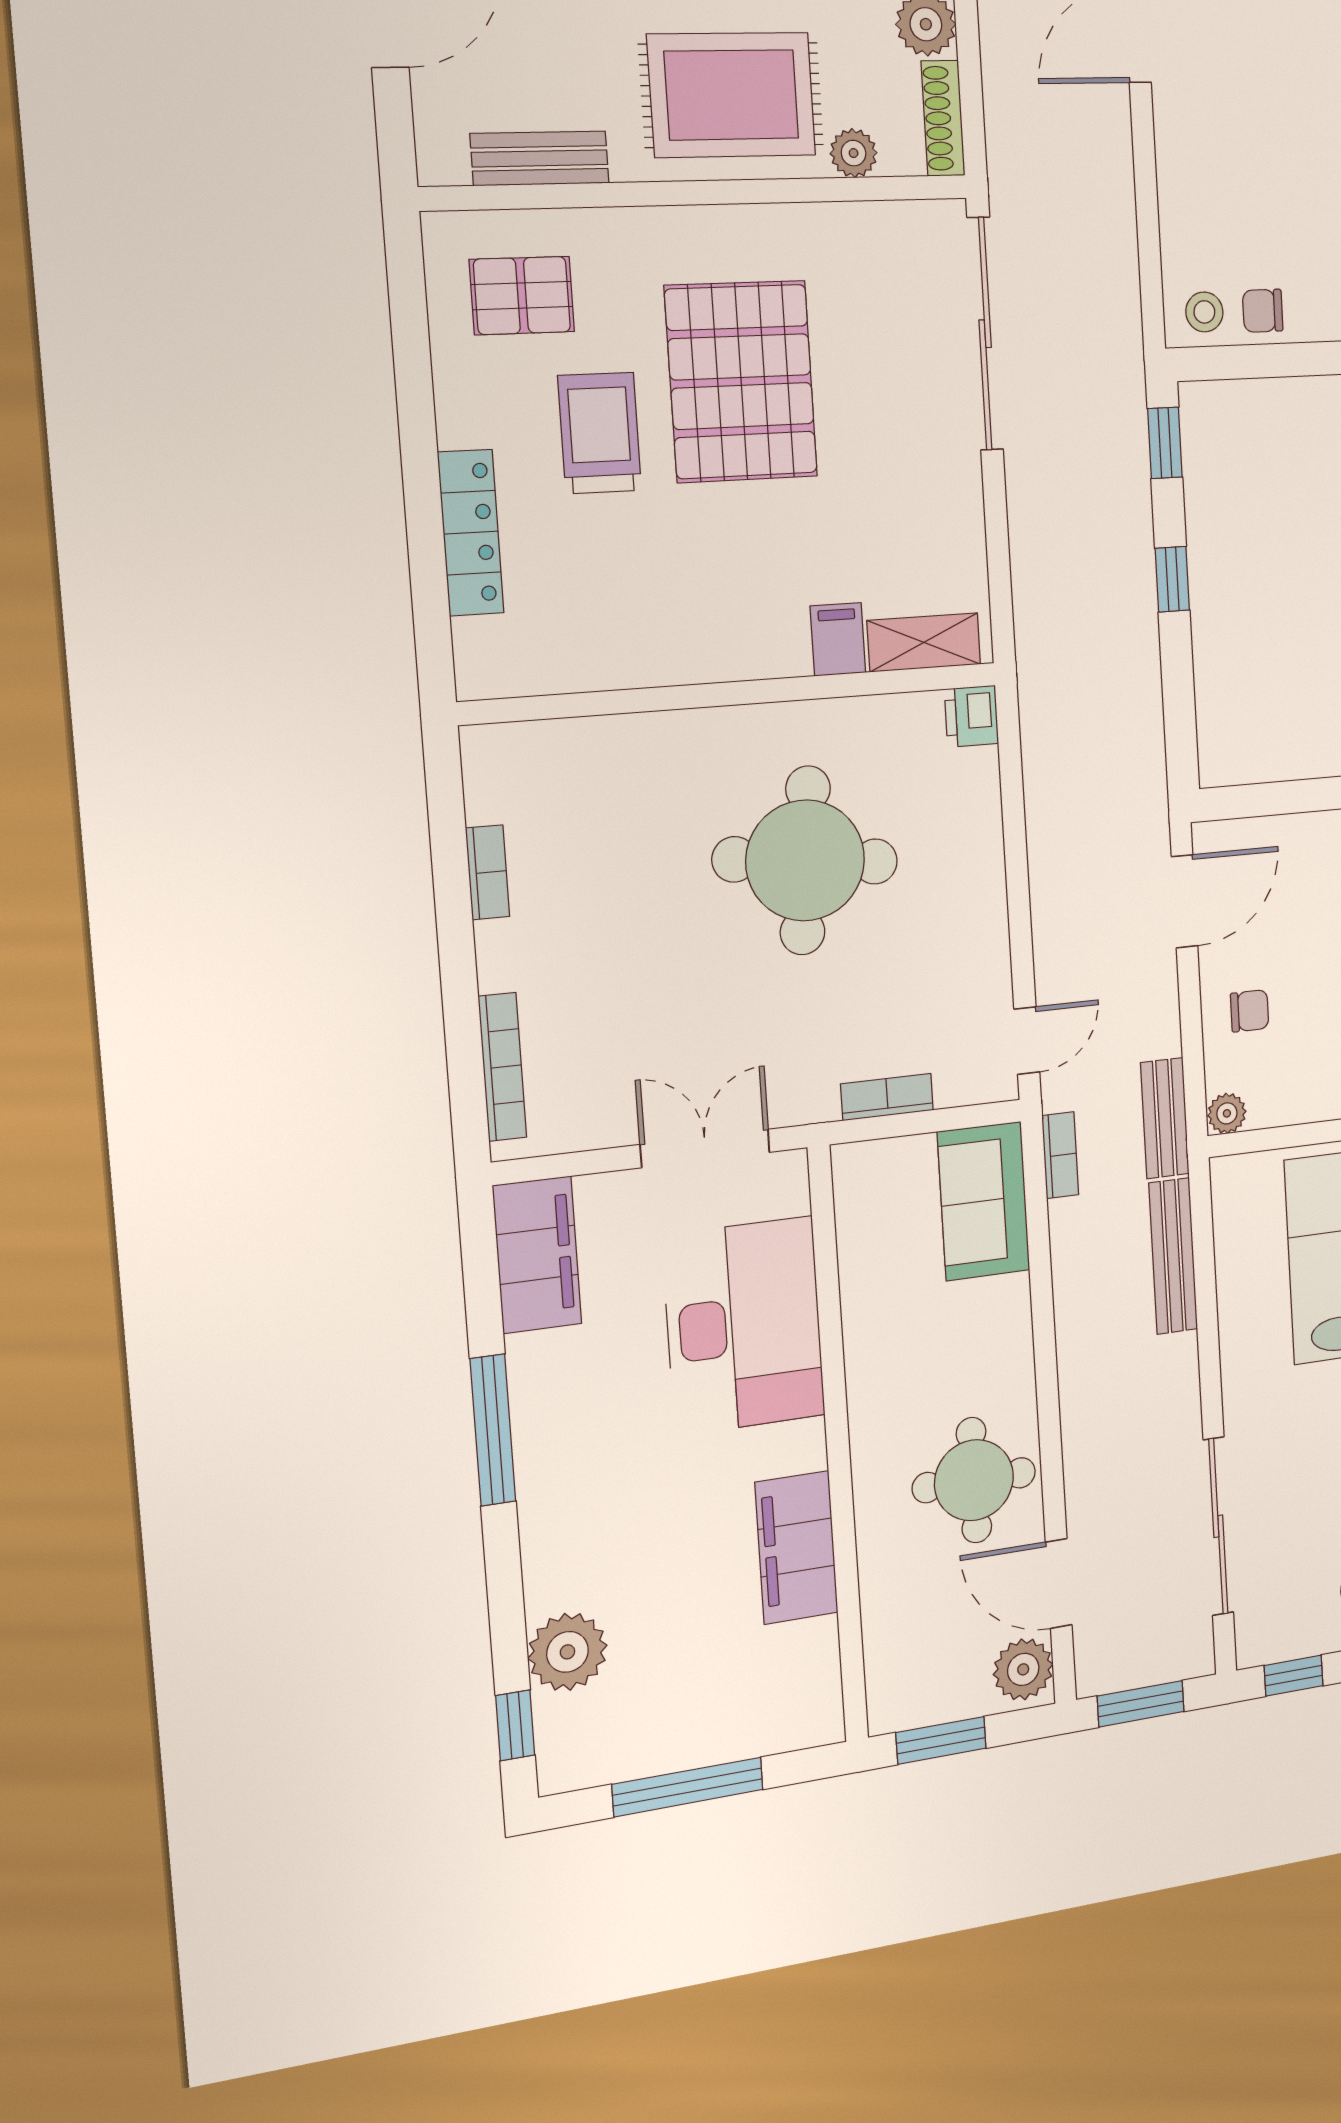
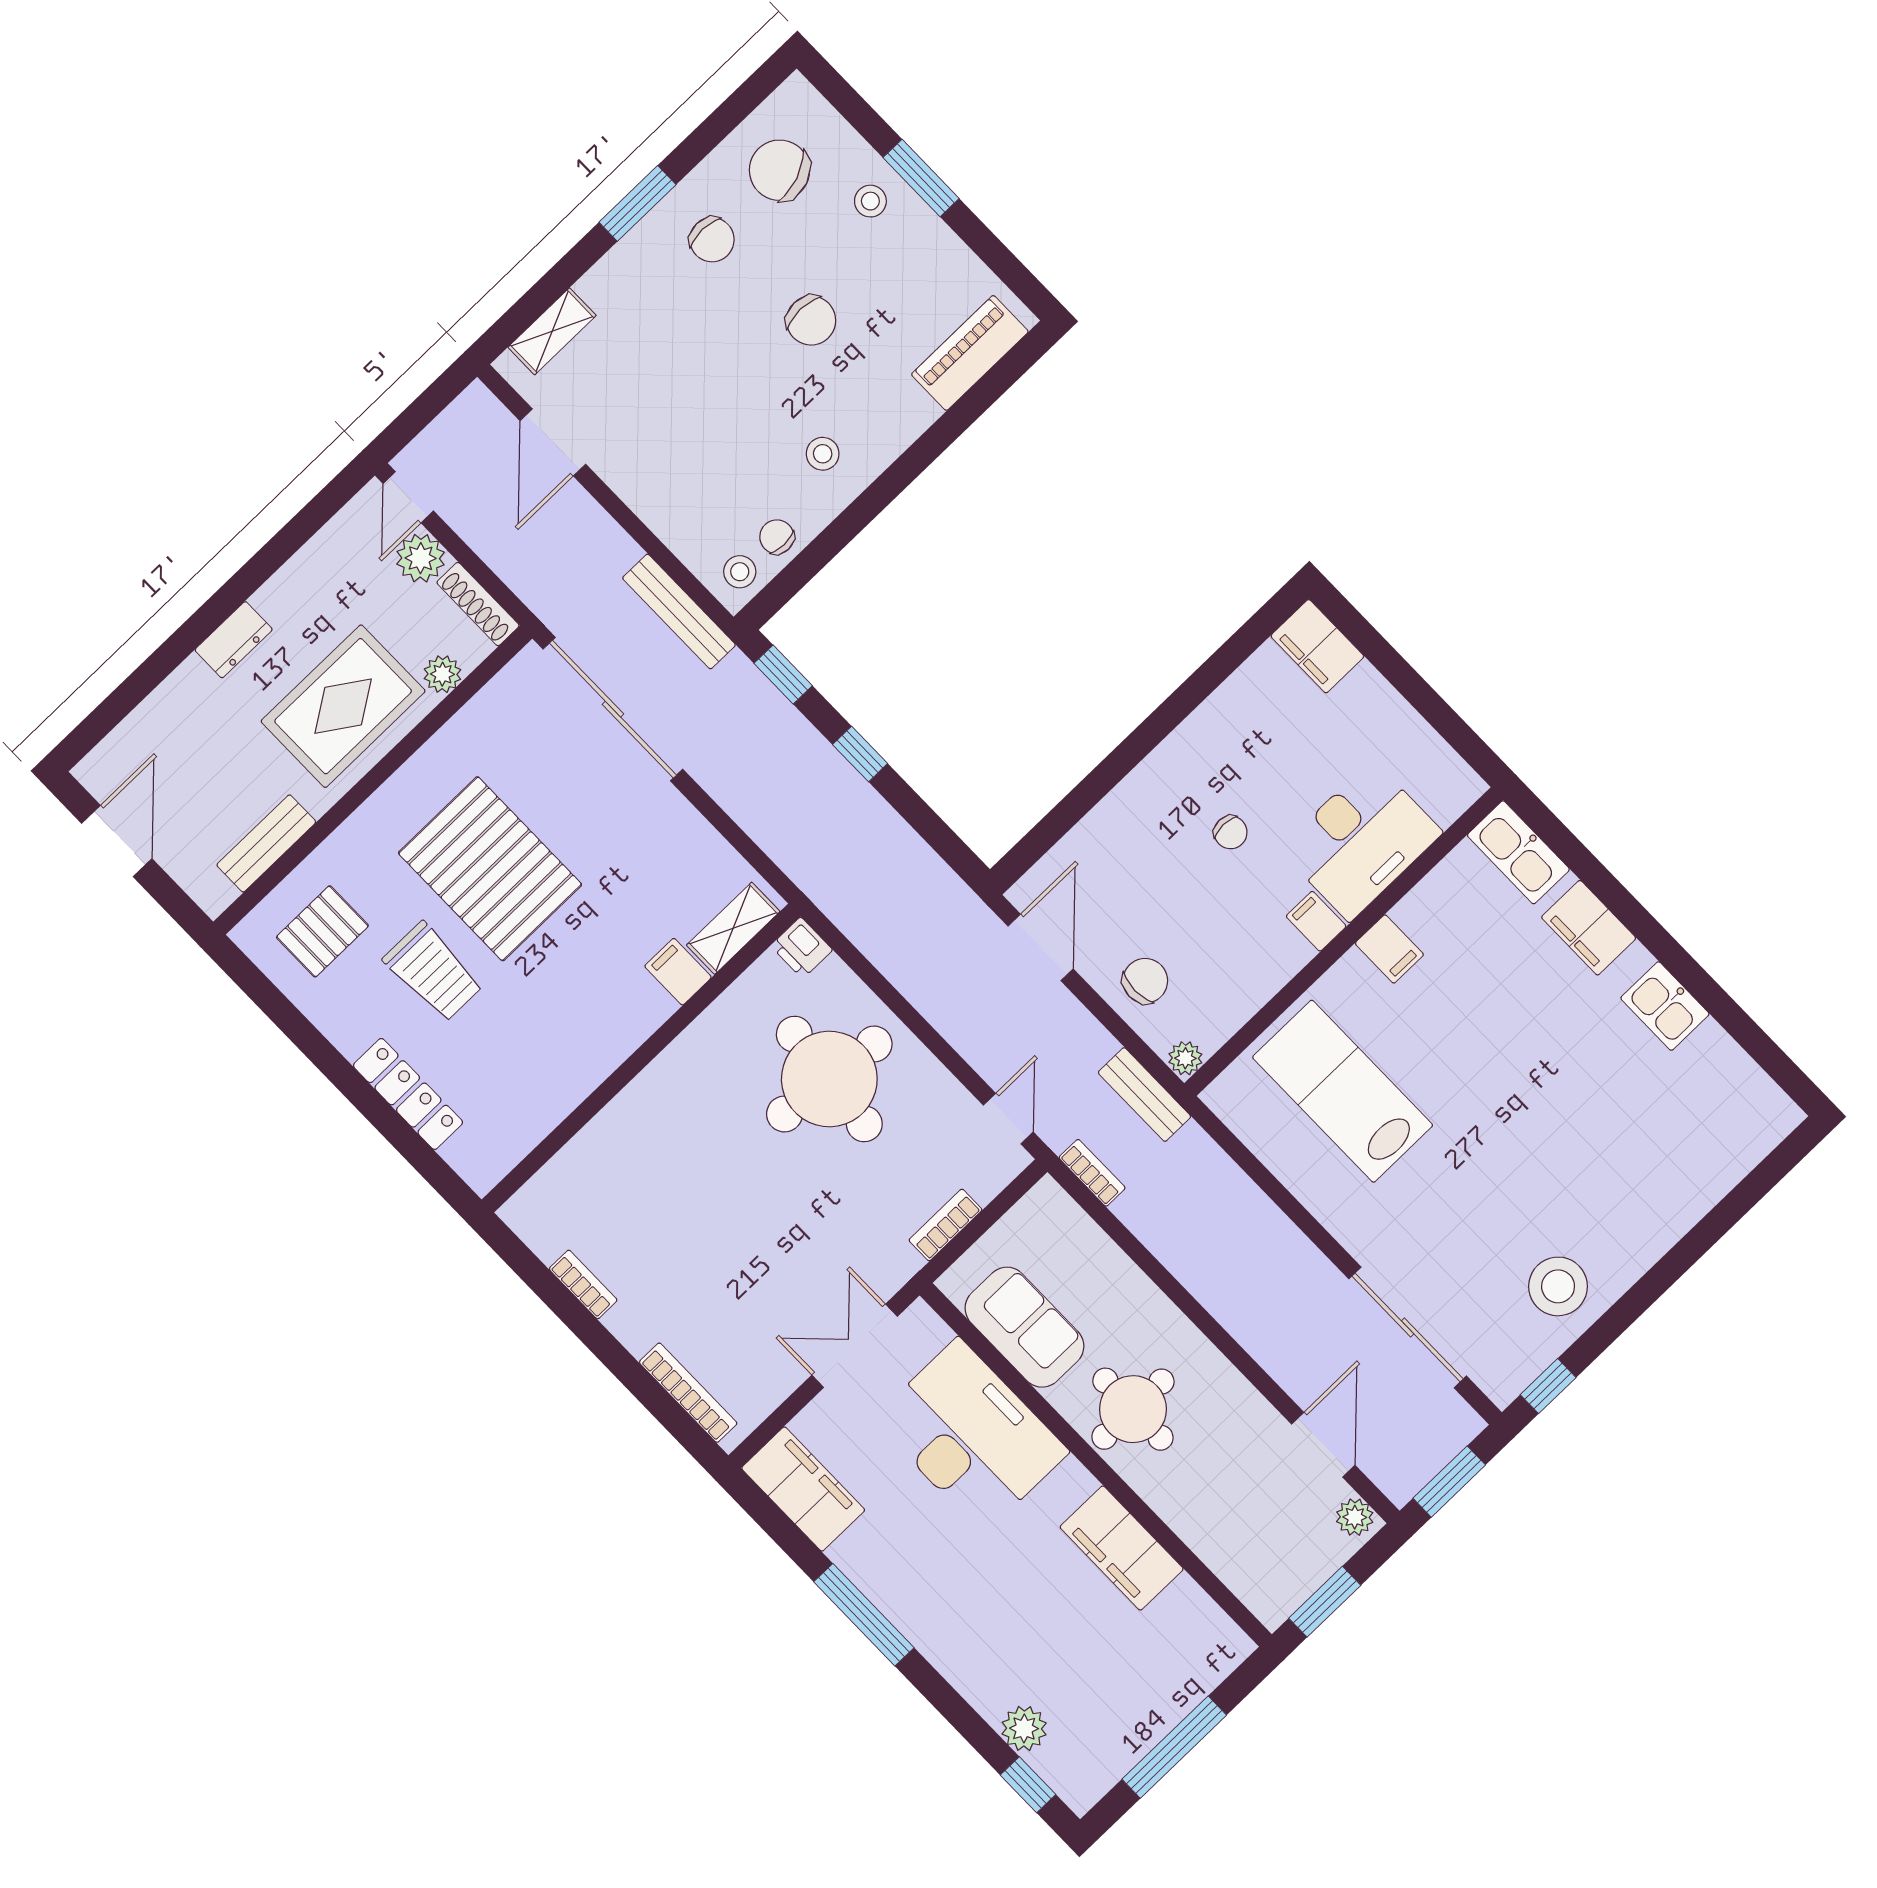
chair: (1263, 311) -> (777, 537), turned 90
trolley: (600, 433) -> (433, 972), turned 180
round table: (805, 860) -> (829, 1079), moved
chair: (1250, 1011) -> (1145, 981), width x1.37, depth x1.37
sofa: (984, 1201) -> (1024, 1327), moved, turned 180
bench: (1173, 1256) -> (679, 611), moved
round table: (974, 1480) -> (1133, 1409), moved
door: (1059, 1583) -> (1323, 1445), swing flipped
plant: (567, 1652) -> (1024, 1728), width x0.73, depth x0.73
plant: (1023, 1669) -> (1355, 1517), width x0.73, depth x0.73

